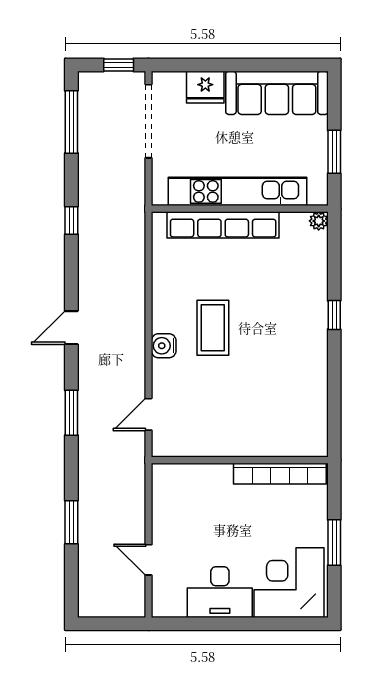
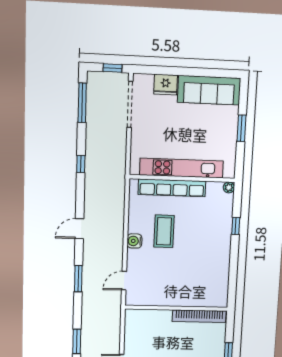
kitchen unit: (238, 191) -> (182, 168), moved
wall: (240, 209) -> (182, 179), moved
plant: (319, 221) -> (229, 187), moved
row of seats: (223, 225) -> (172, 188), moved

